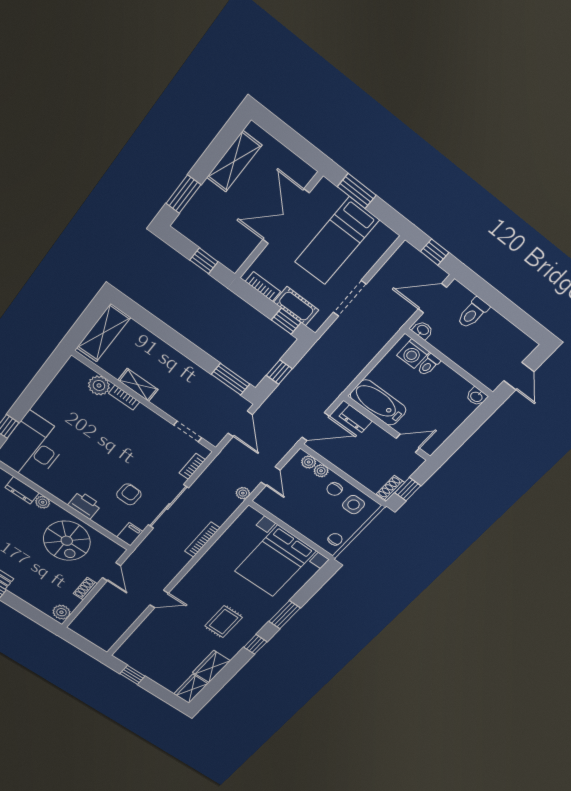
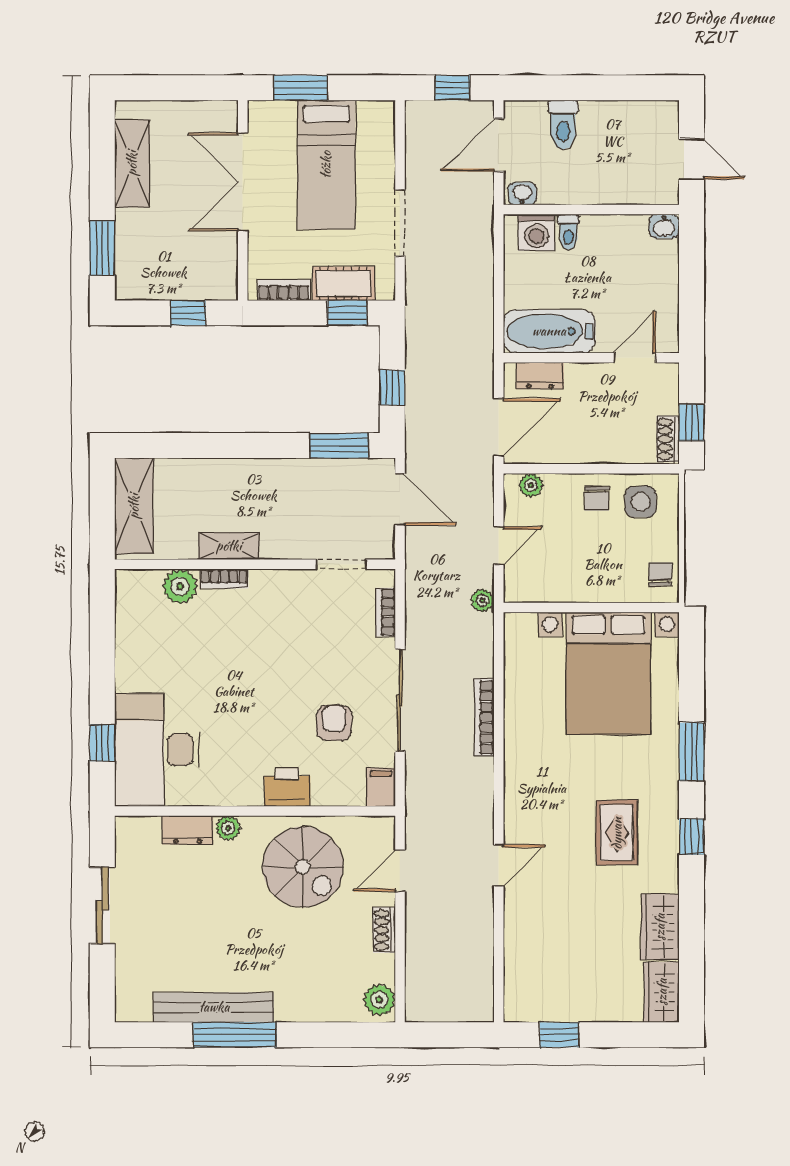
plant: (321, 471) -> (557, 485), removed
door: (271, 476) -> (499, 546), hinge flipped
door: (111, 572) -> (400, 871), swing flipped

